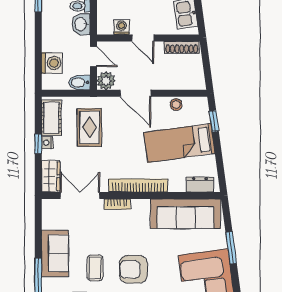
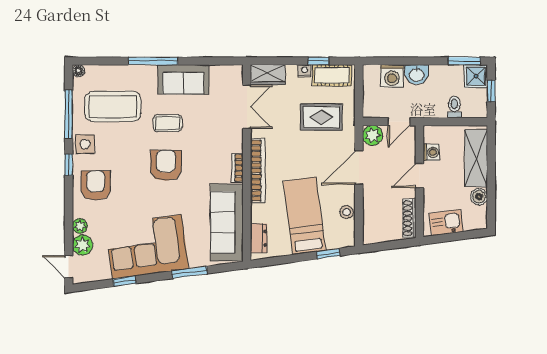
washbasin: (81, 24) -> (417, 75), moved, turned 180
bidet: (80, 83) -> (371, 106), removed
window: (38, 144) -> (318, 61), moved
bookcase: (117, 204) -> (237, 168), moved

